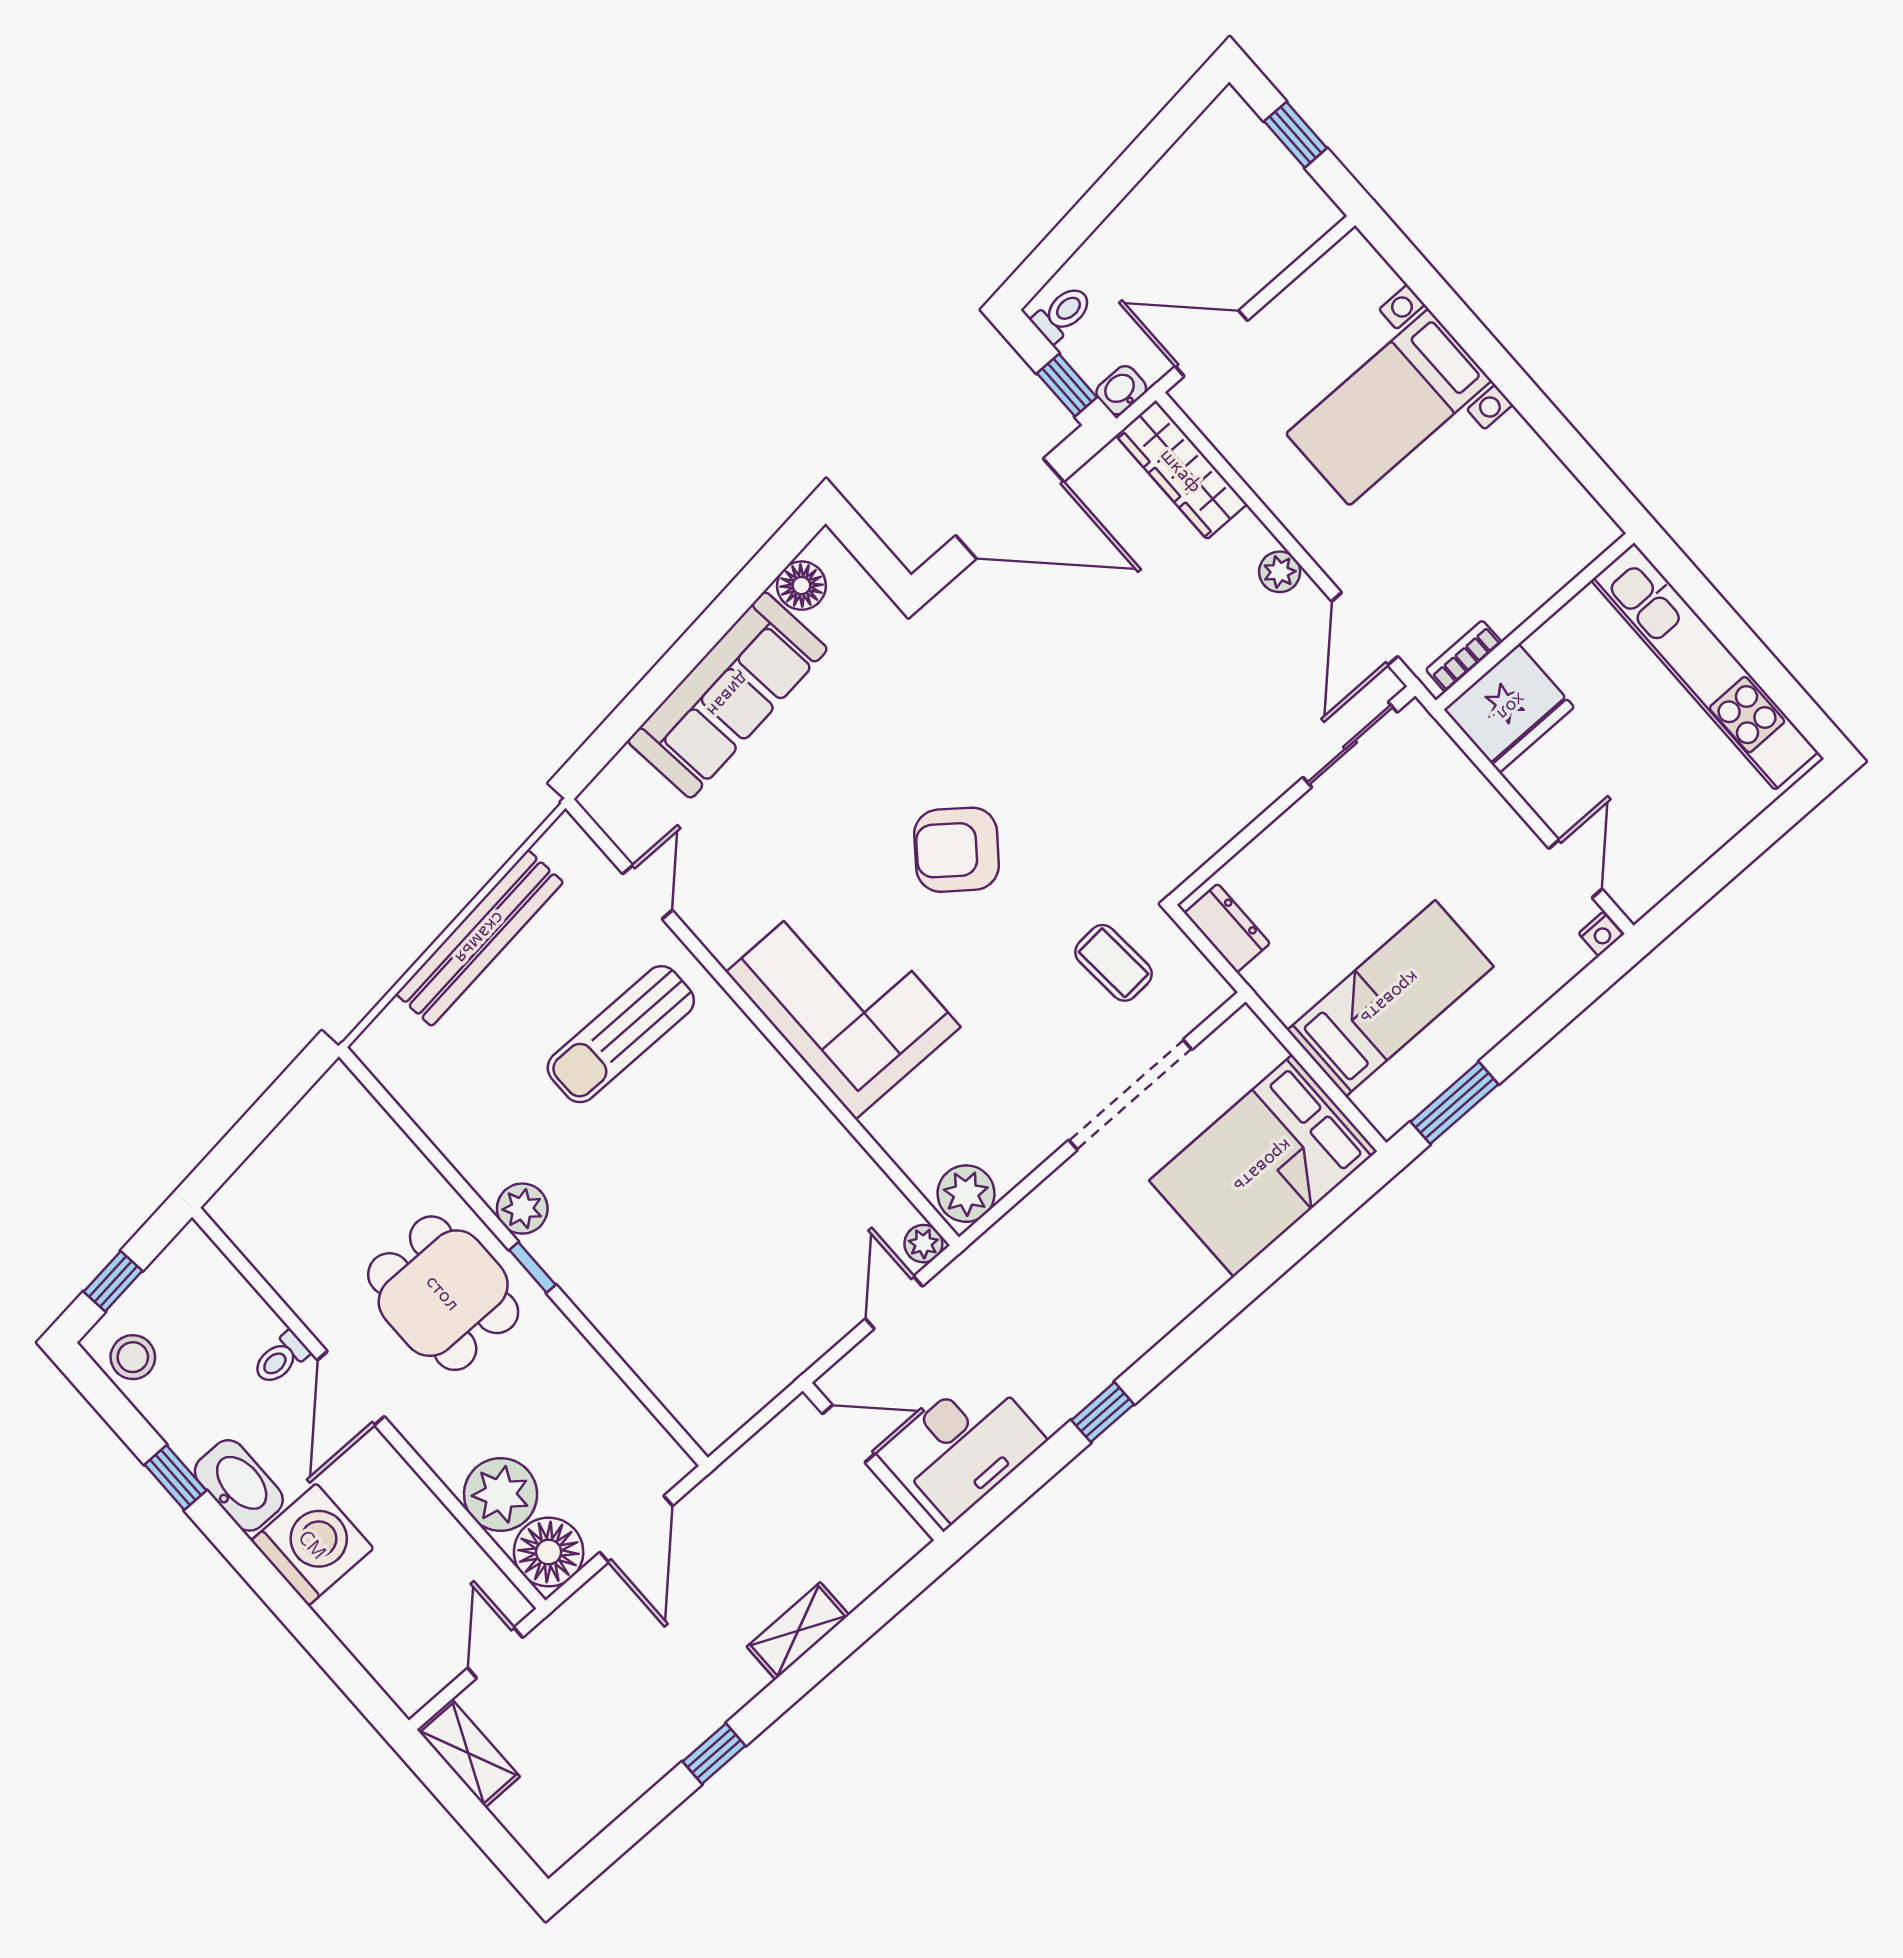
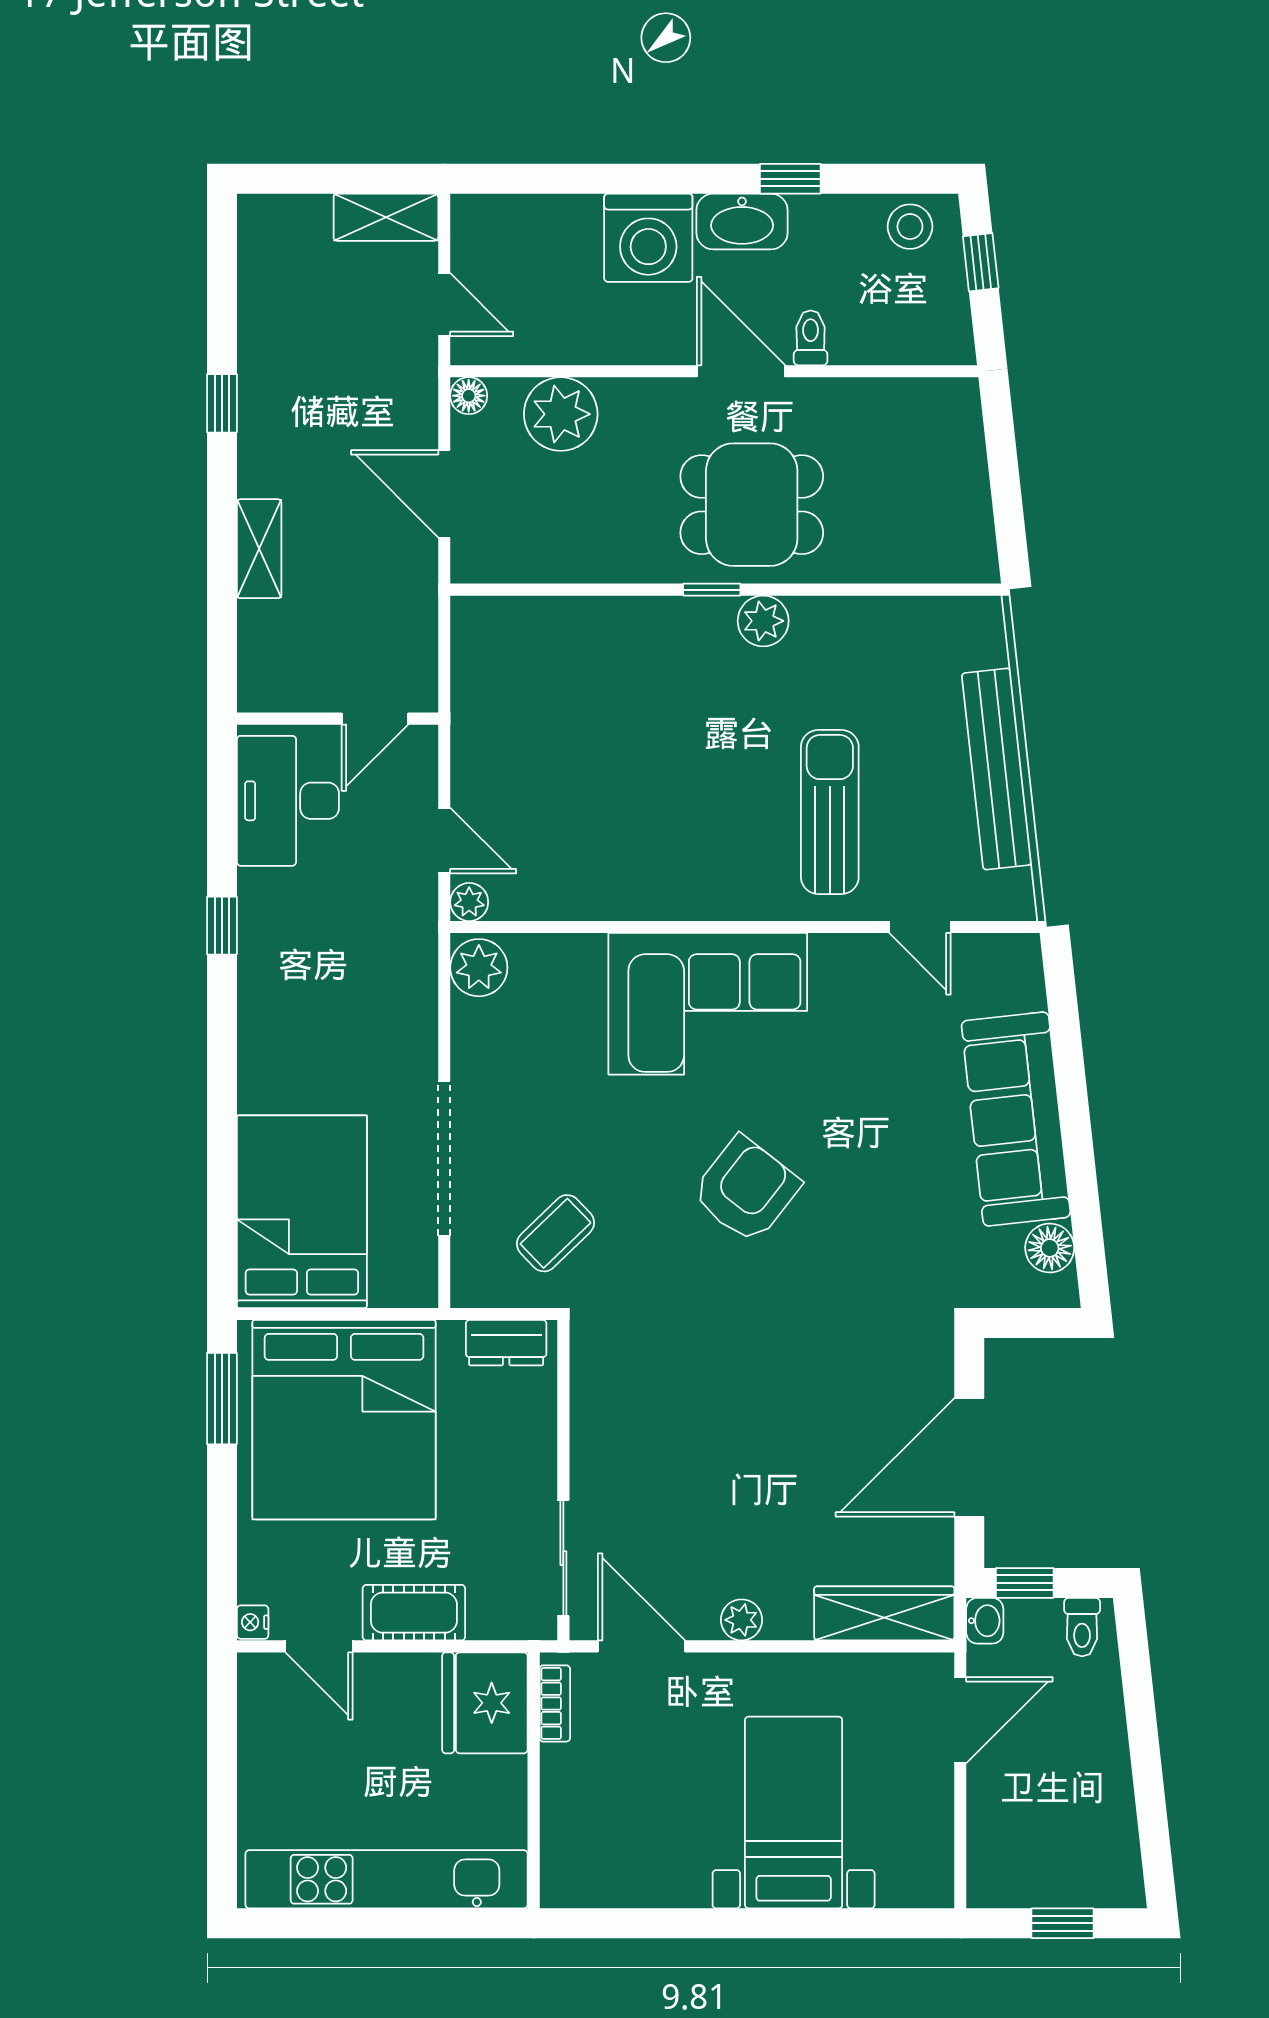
cot: (1488, 820) -> (414, 1613), added
coffee table: (1113, 963) -> (556, 1233), turned -40
bed: (1390, 998) -> (344, 1420), width x2.04
floor lamp: (549, 1552) -> (469, 396), width x0.53, depth x0.53

